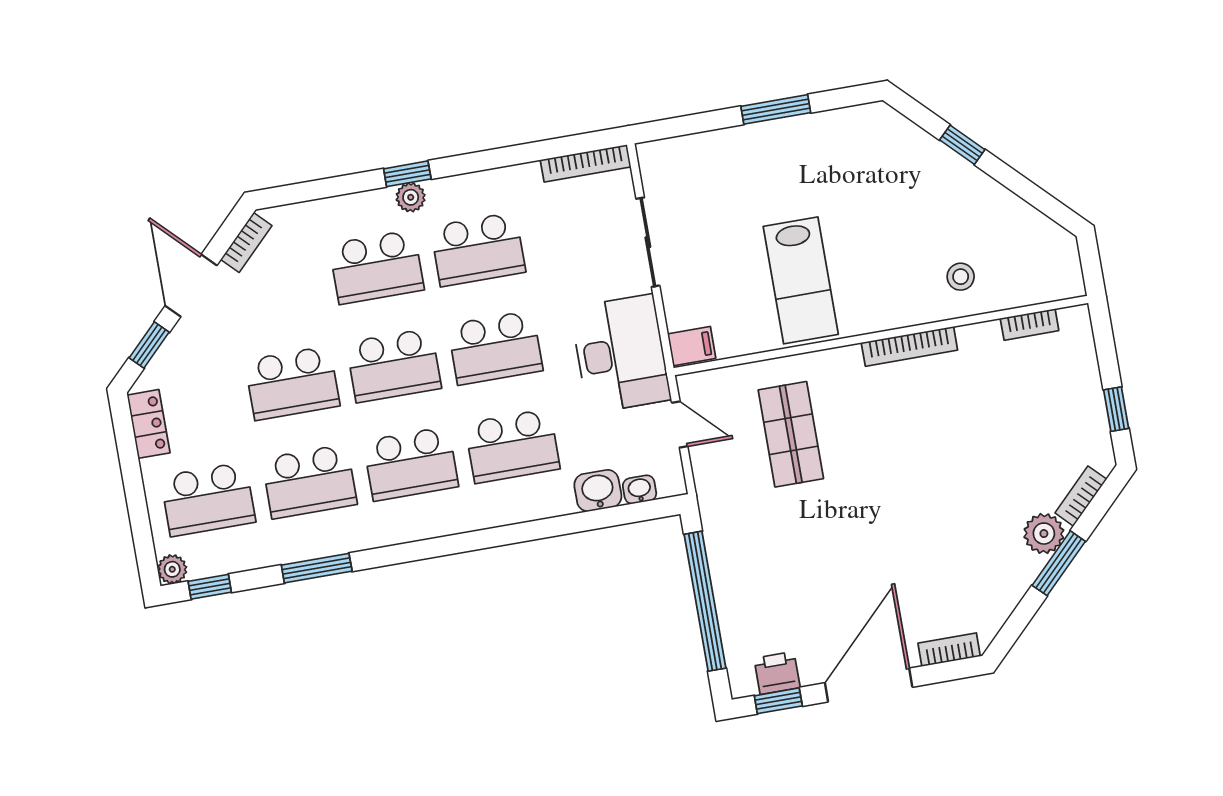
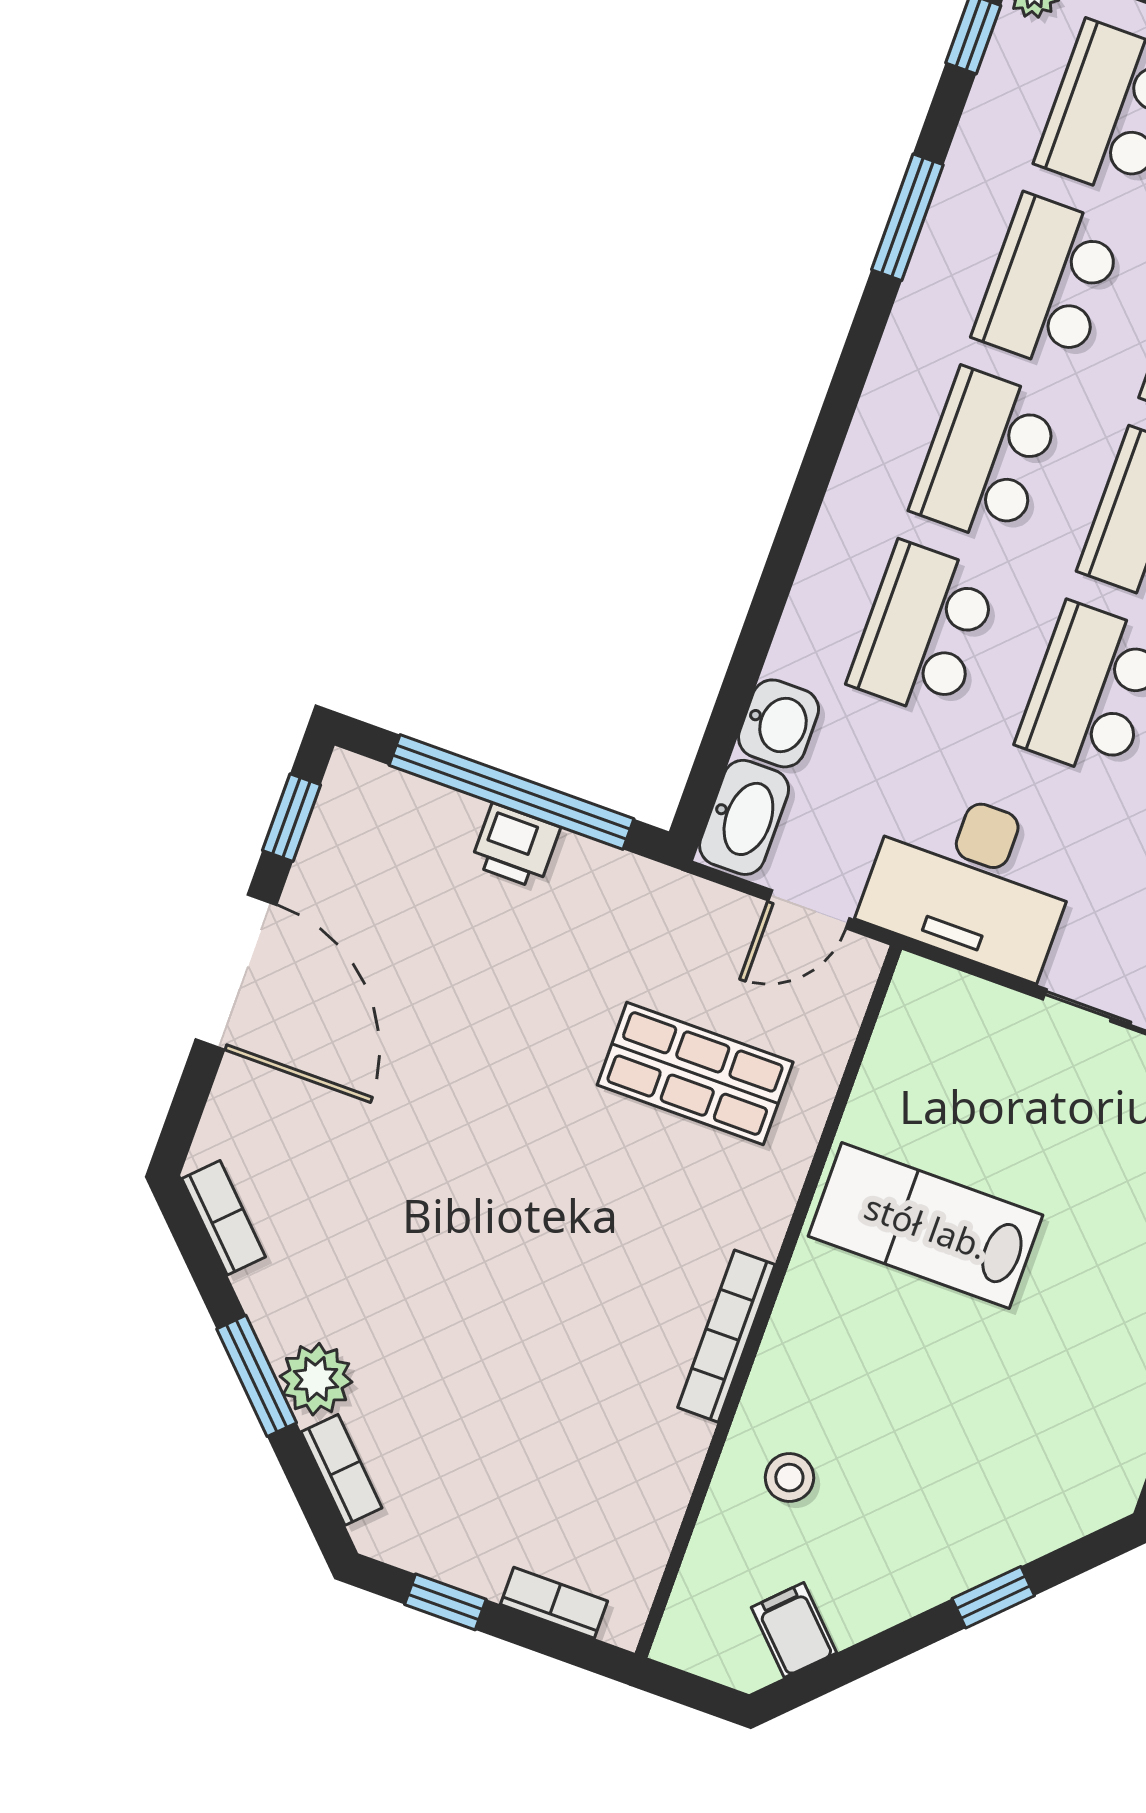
bookcase: (1030, 325) -> (554, 1603), moved, turned 90
filing cabinet: (692, 346) -> (794, 1630), moved, turned 135
washbasin: (640, 490) -> (744, 817), width x1.91, depth x1.45
bookcase: (949, 650) -> (224, 1218), moved, turned -45
printer: (777, 673) -> (515, 846), moved, turned 90

